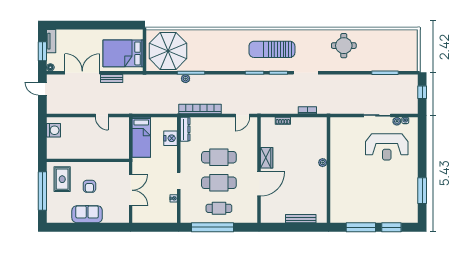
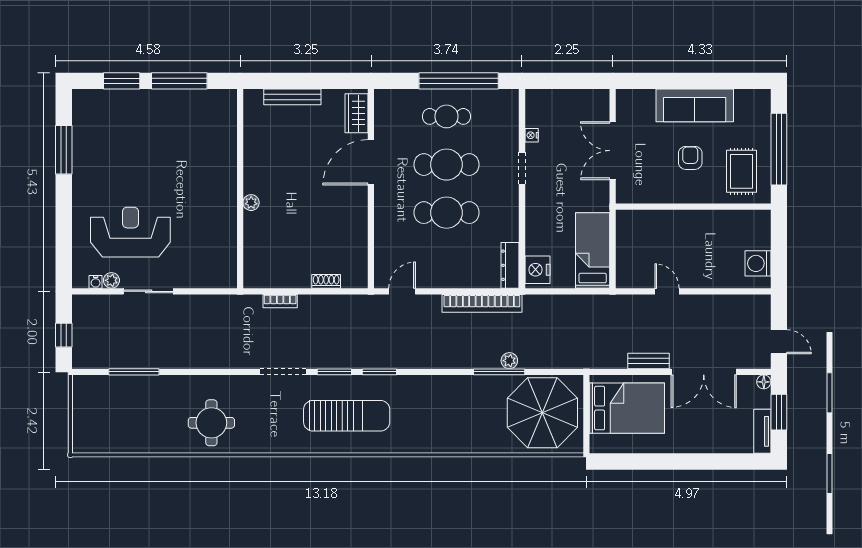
nightstand: (171, 138) -> (537, 270), moved
wardrobe: (267, 158) -> (357, 113), moved
sofa: (87, 214) -> (695, 105), width x1.36

